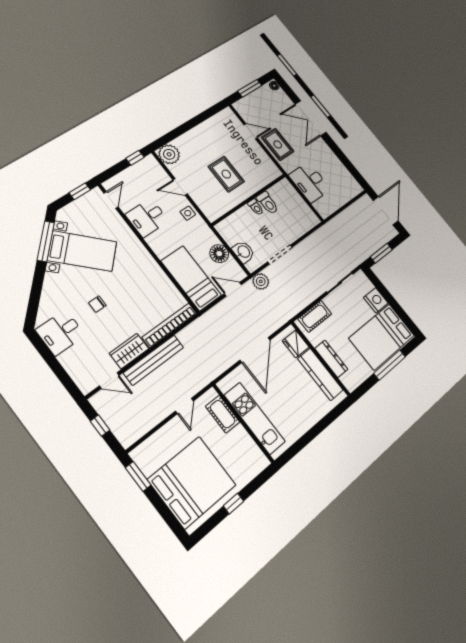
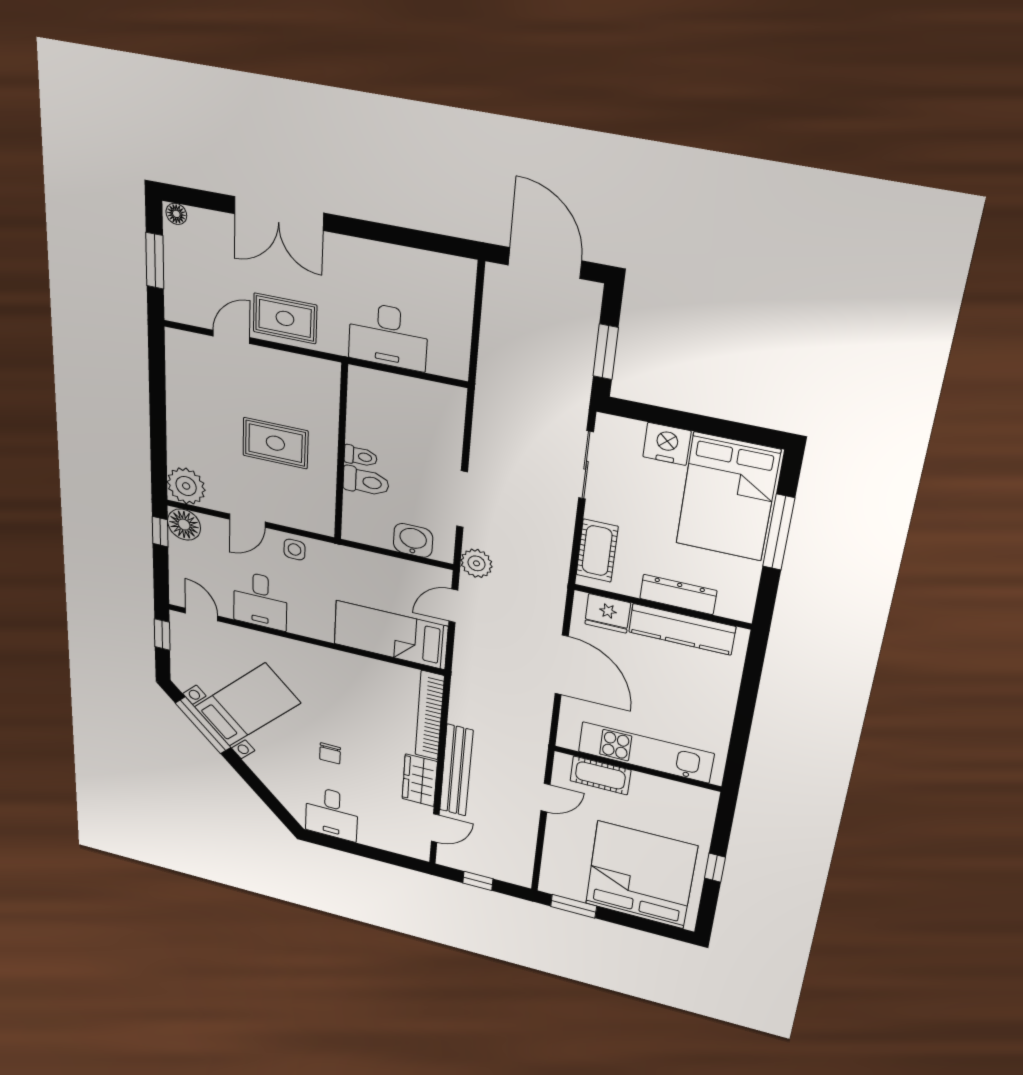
toilet: (268, 203) -> (366, 482), moved
floor lamp: (219, 254) -> (184, 525), moved
door: (184, 406) -> (546, 798), hinge flipped

